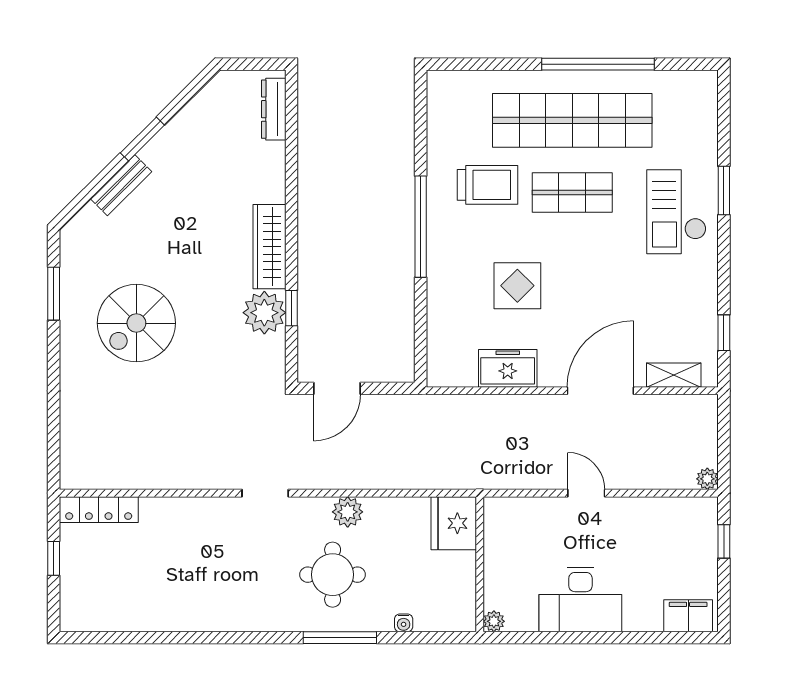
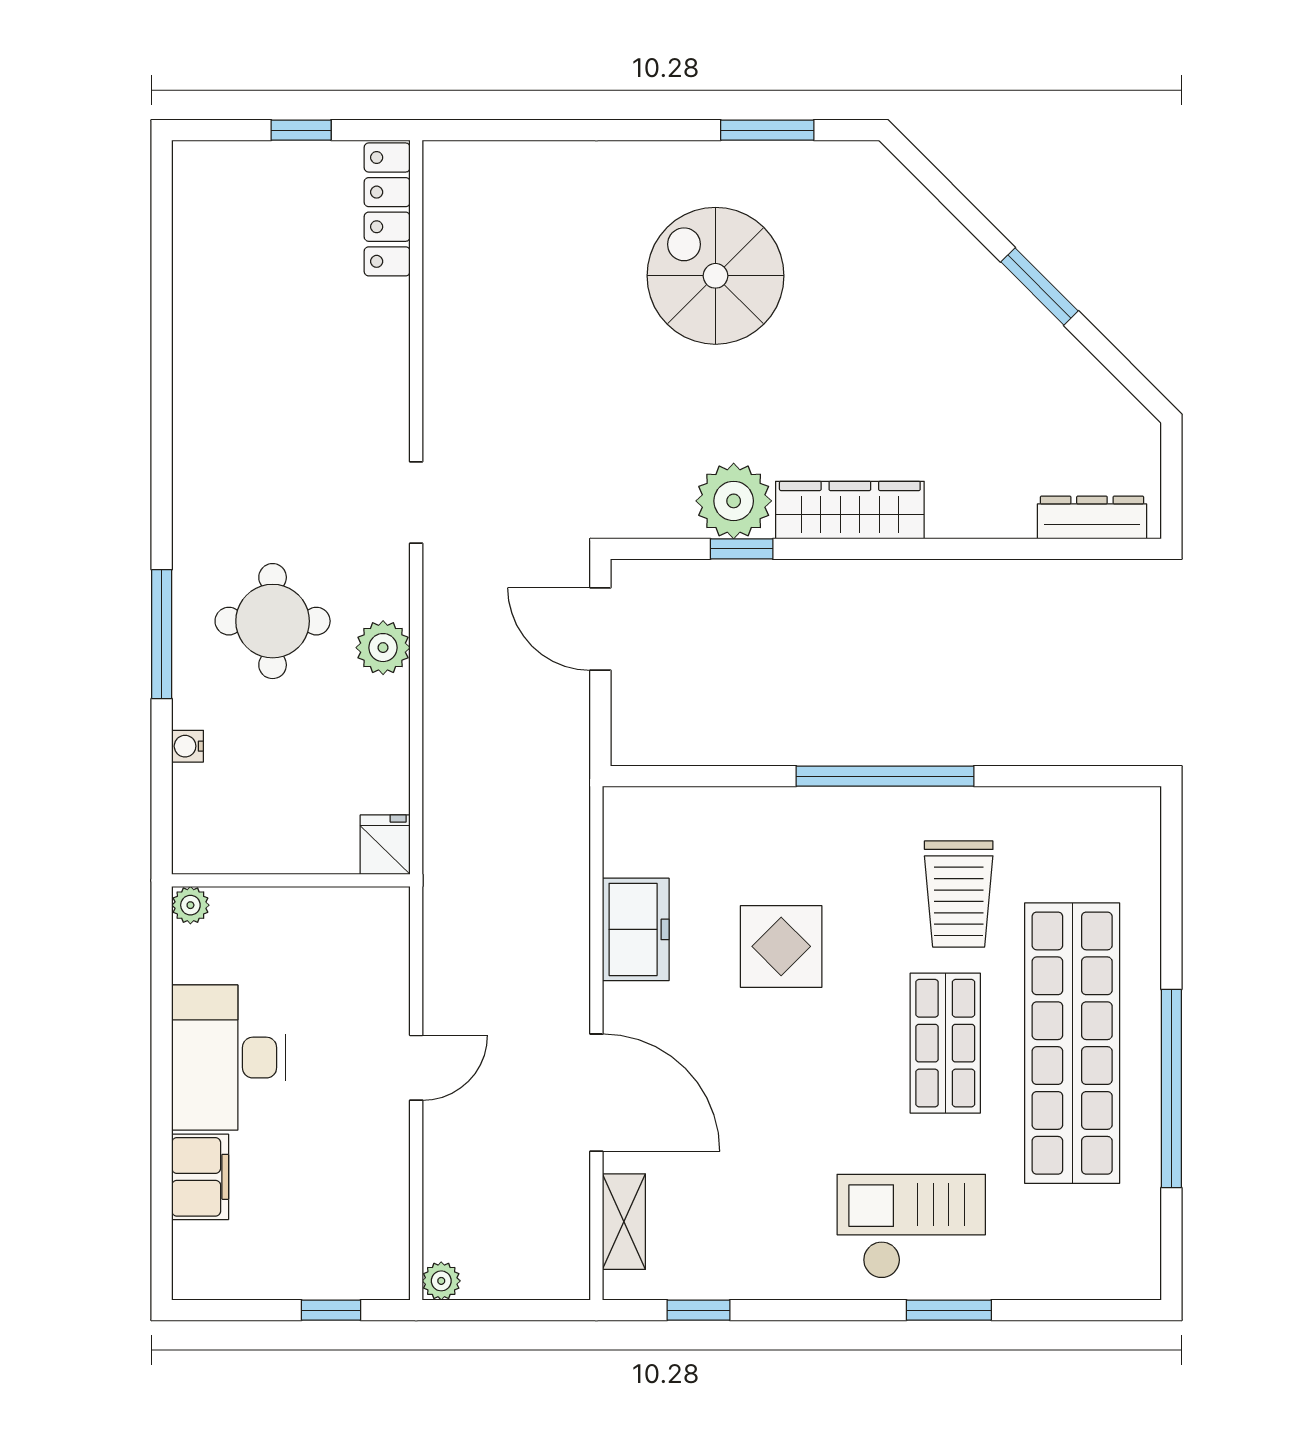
bench: (121, 185) -> (958, 249), removed
fridge: (454, 523) -> (385, 845), width x0.53, depth x0.75
filing cabinet: (688, 616) -> (200, 1177), moved

